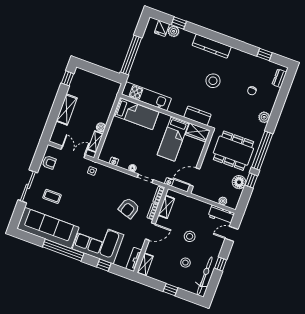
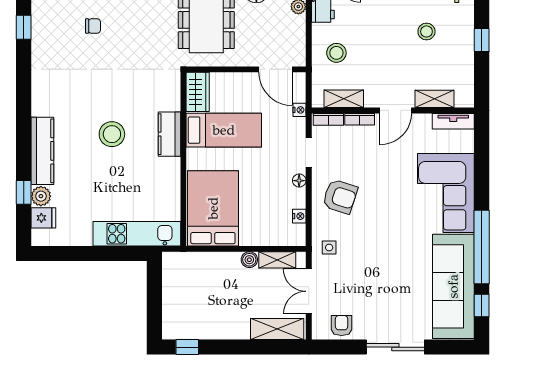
kitchen counter: (212, 46) -> (42, 151), moved
window: (131, 55) -> (108, 254), removed
stool: (213, 81) -> (112, 134), moved
kitchen unit: (146, 96) -> (137, 234), moved, turned 90
shelving: (67, 110) -> (277, 329), moved
bed: (136, 114) -> (213, 208), width x1.50
kitchen counter: (197, 116) -> (169, 134), moved
coffee table: (52, 196) -> (397, 300), removed
armchair: (129, 208) -> (340, 197), moved
door: (150, 232) -> (396, 110), swing flipped
stool: (190, 236) -> (336, 53), moved
shelving: (145, 264) -> (434, 99), moved
window: (104, 265) -> (482, 305), moved

